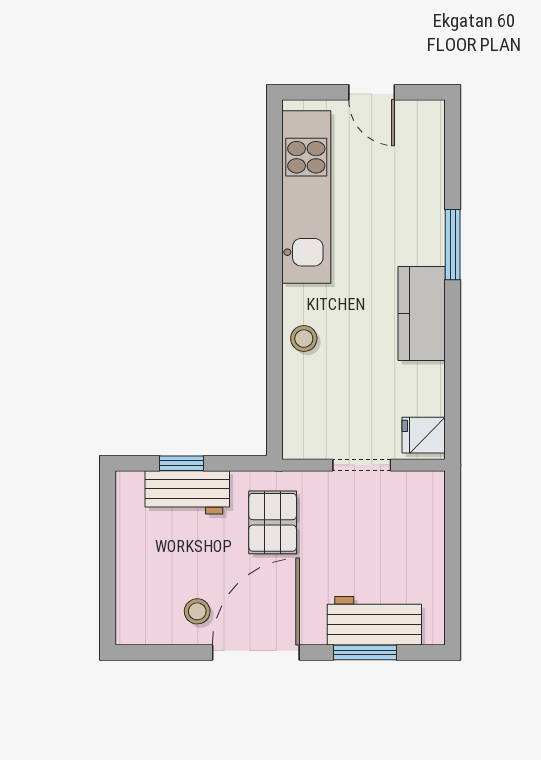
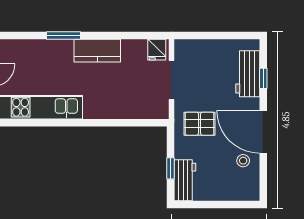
stool: (304, 339) -> (109, 108), removed
doorway: (362, 465) -> (171, 80), width x1.38
workbench: (187, 492) -> (185, 180), moved
window: (365, 652) -> (263, 78), width x0.67

